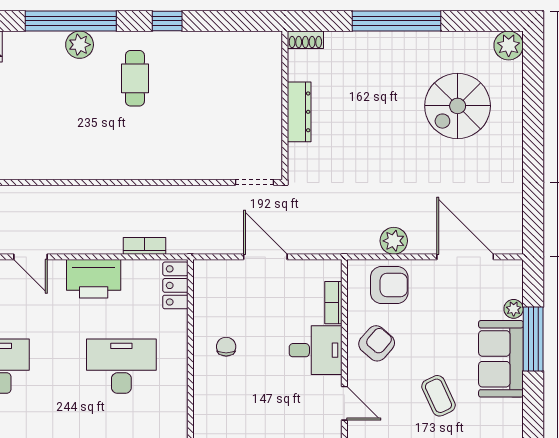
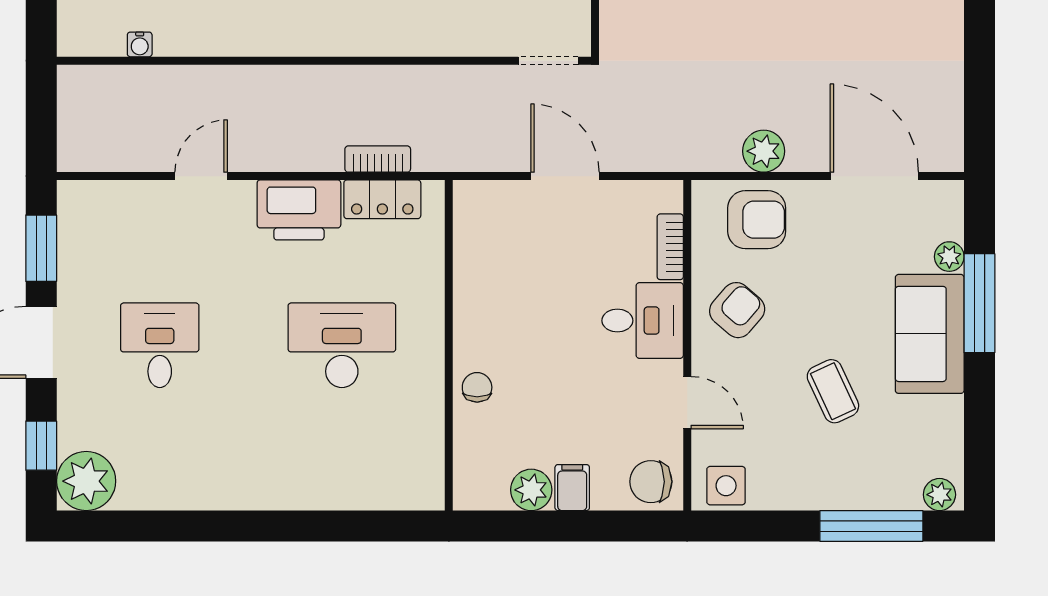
door: (31, 257) -> (201, 176), swing flipped
locker: (175, 285) -> (382, 199), moved, turned -90
chair: (226, 347) -> (477, 387), moved

